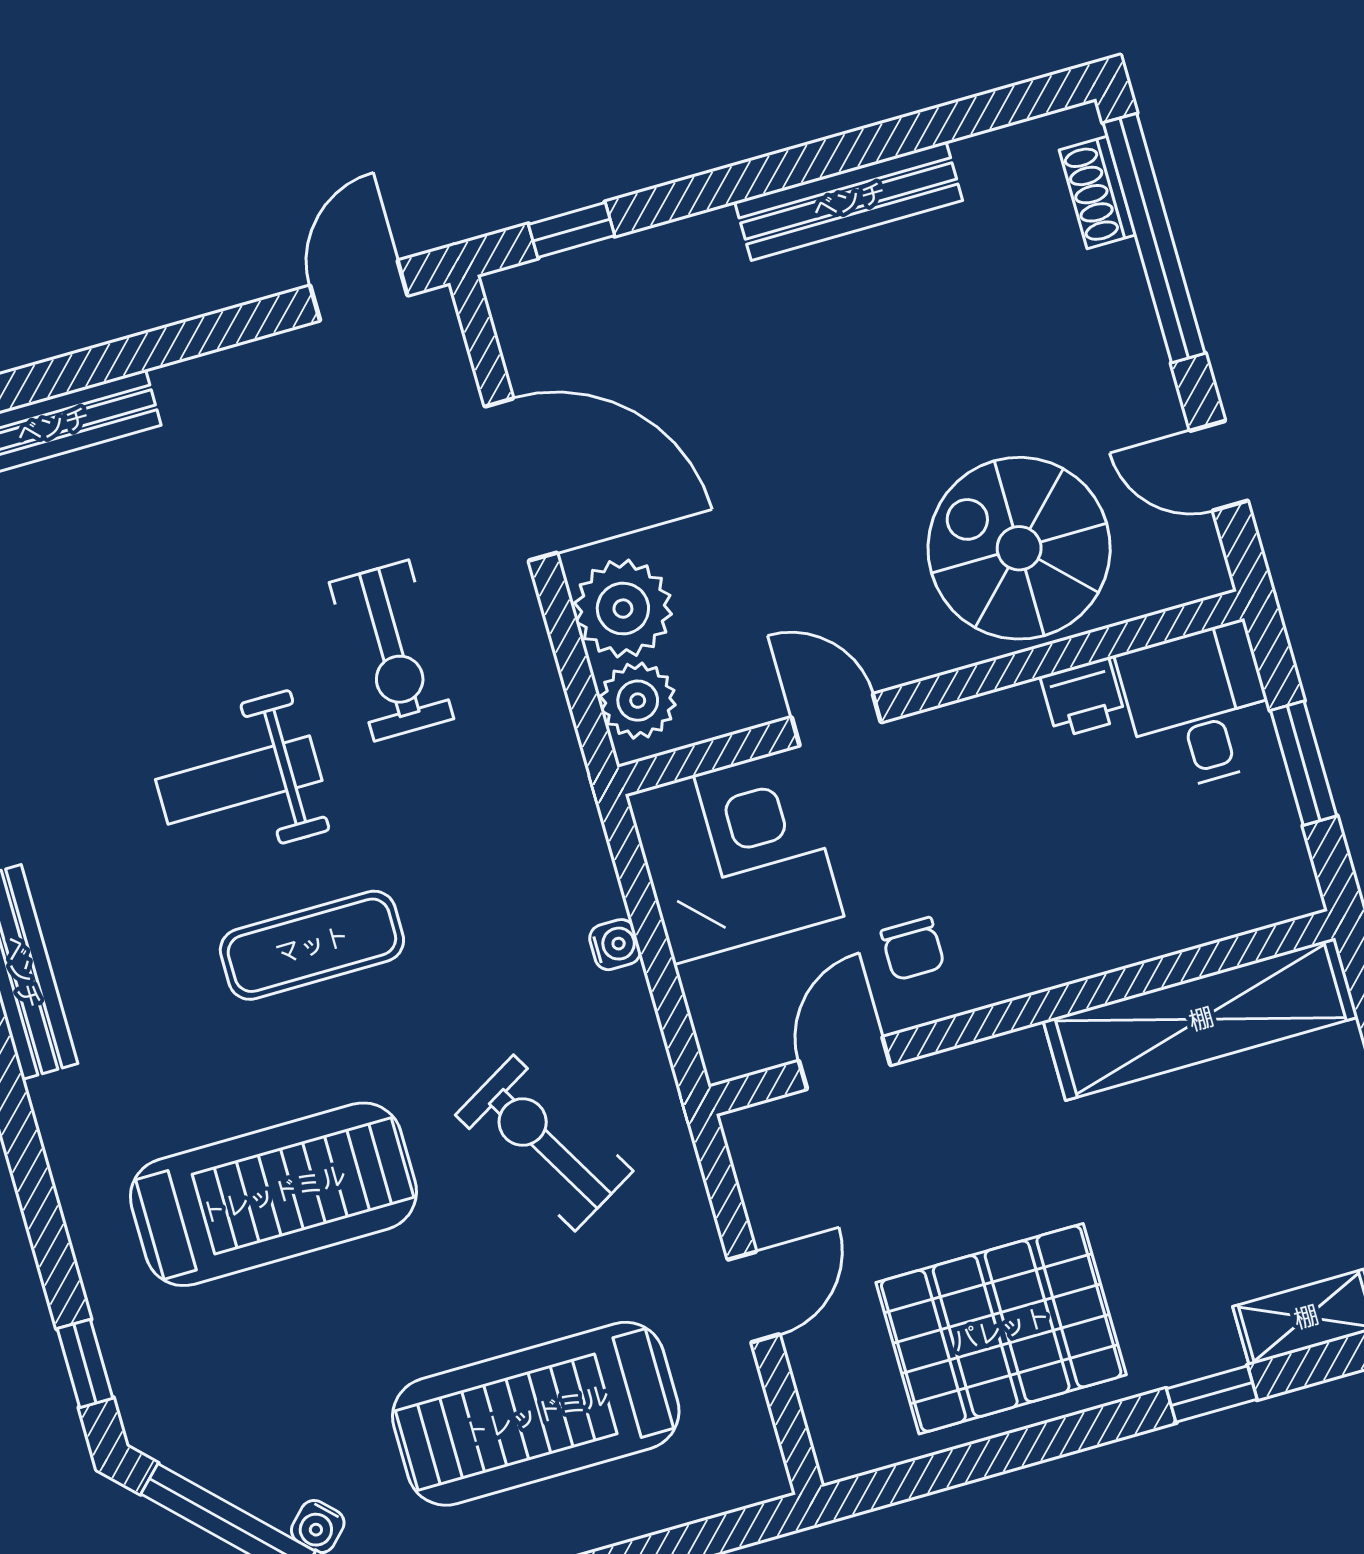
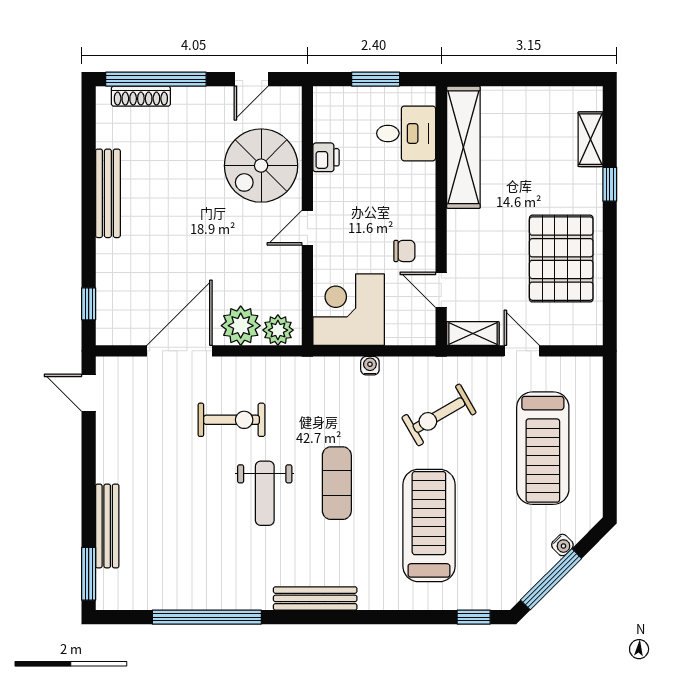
shoe rack: (1097, 193) -> (141, 96), width x1.43
desk: (1199, 707) -> (406, 133), moved, turned 180
door: (836, 720) -> (307, 228), moved
shelving: (762, 1169) -> (473, 334), added

